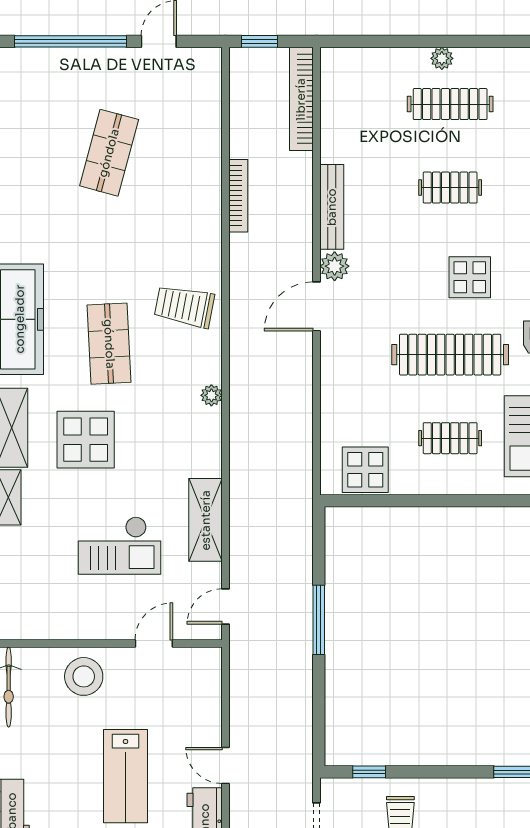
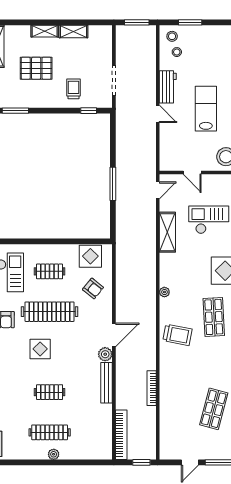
armchair: (360, 403) -> (93, 288), added
door: (154, 643) -> (192, 173), hinge flipped

